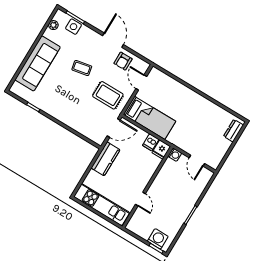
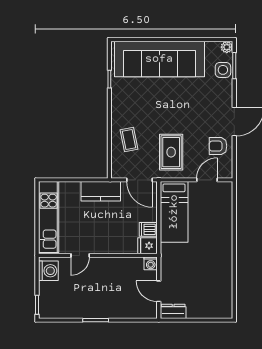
plant: (53, 25) -> (227, 47), moved
sofa: (38, 63) -> (159, 59), width x1.36, depth x1.27
coffee table: (82, 68) -> (129, 139), moved
dresser: (234, 131) -> (173, 311), moved
door: (197, 161) -> (159, 291), hinge flipped
washing machine: (158, 239) -> (48, 271), moved

